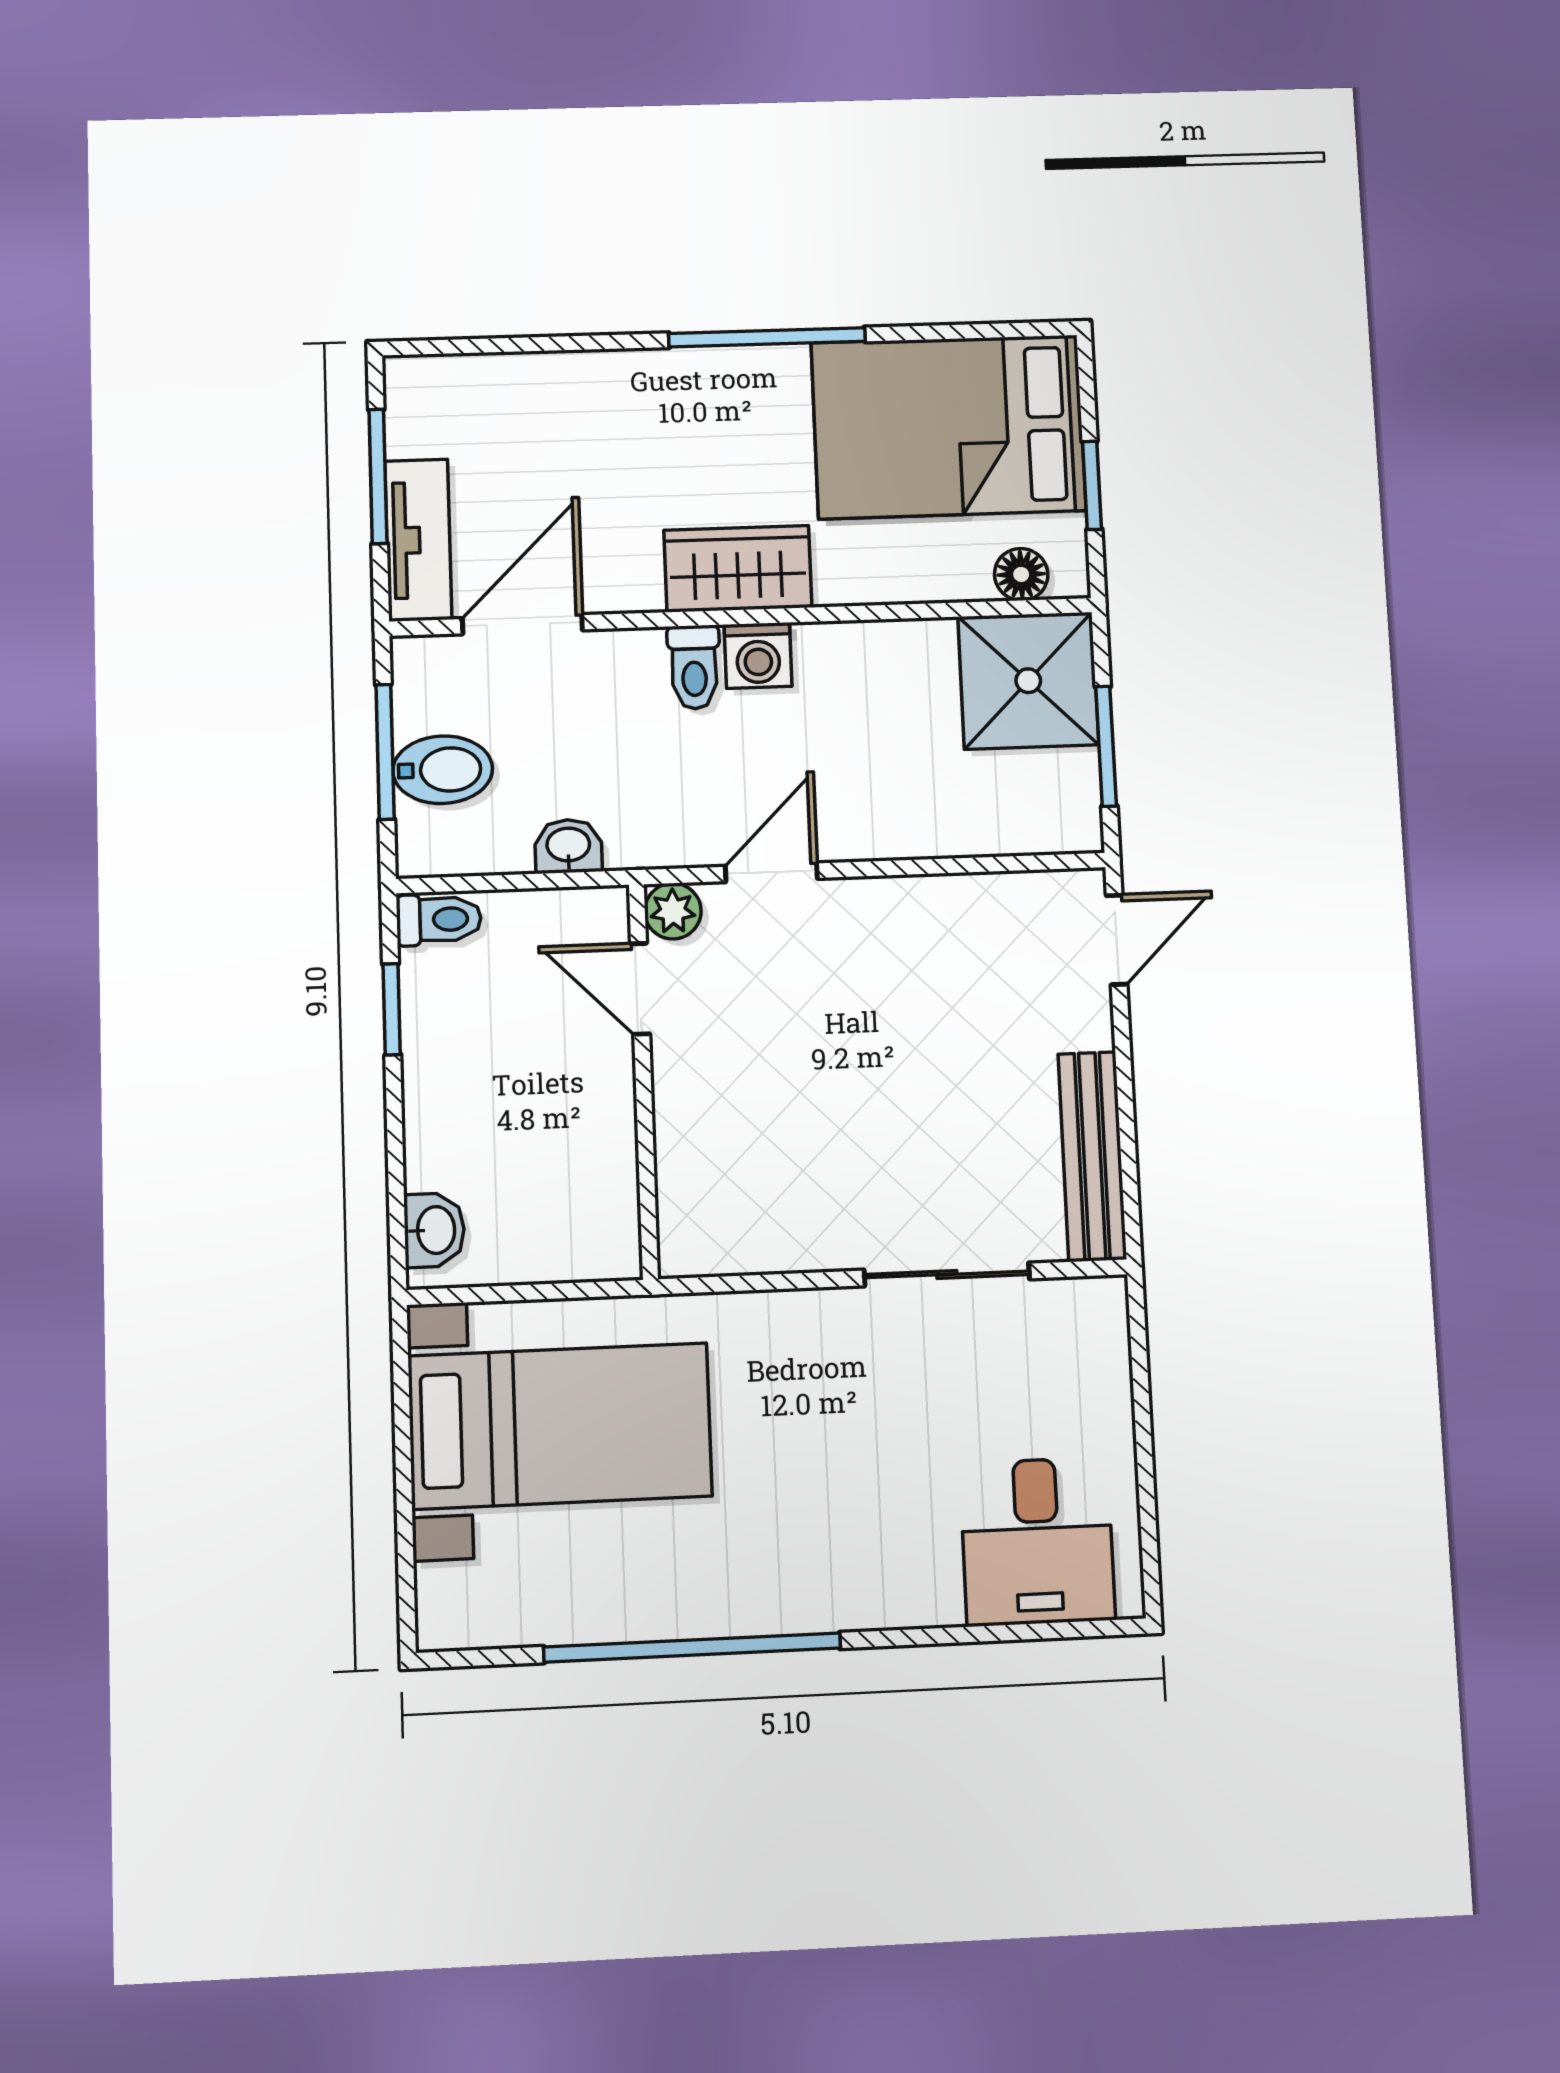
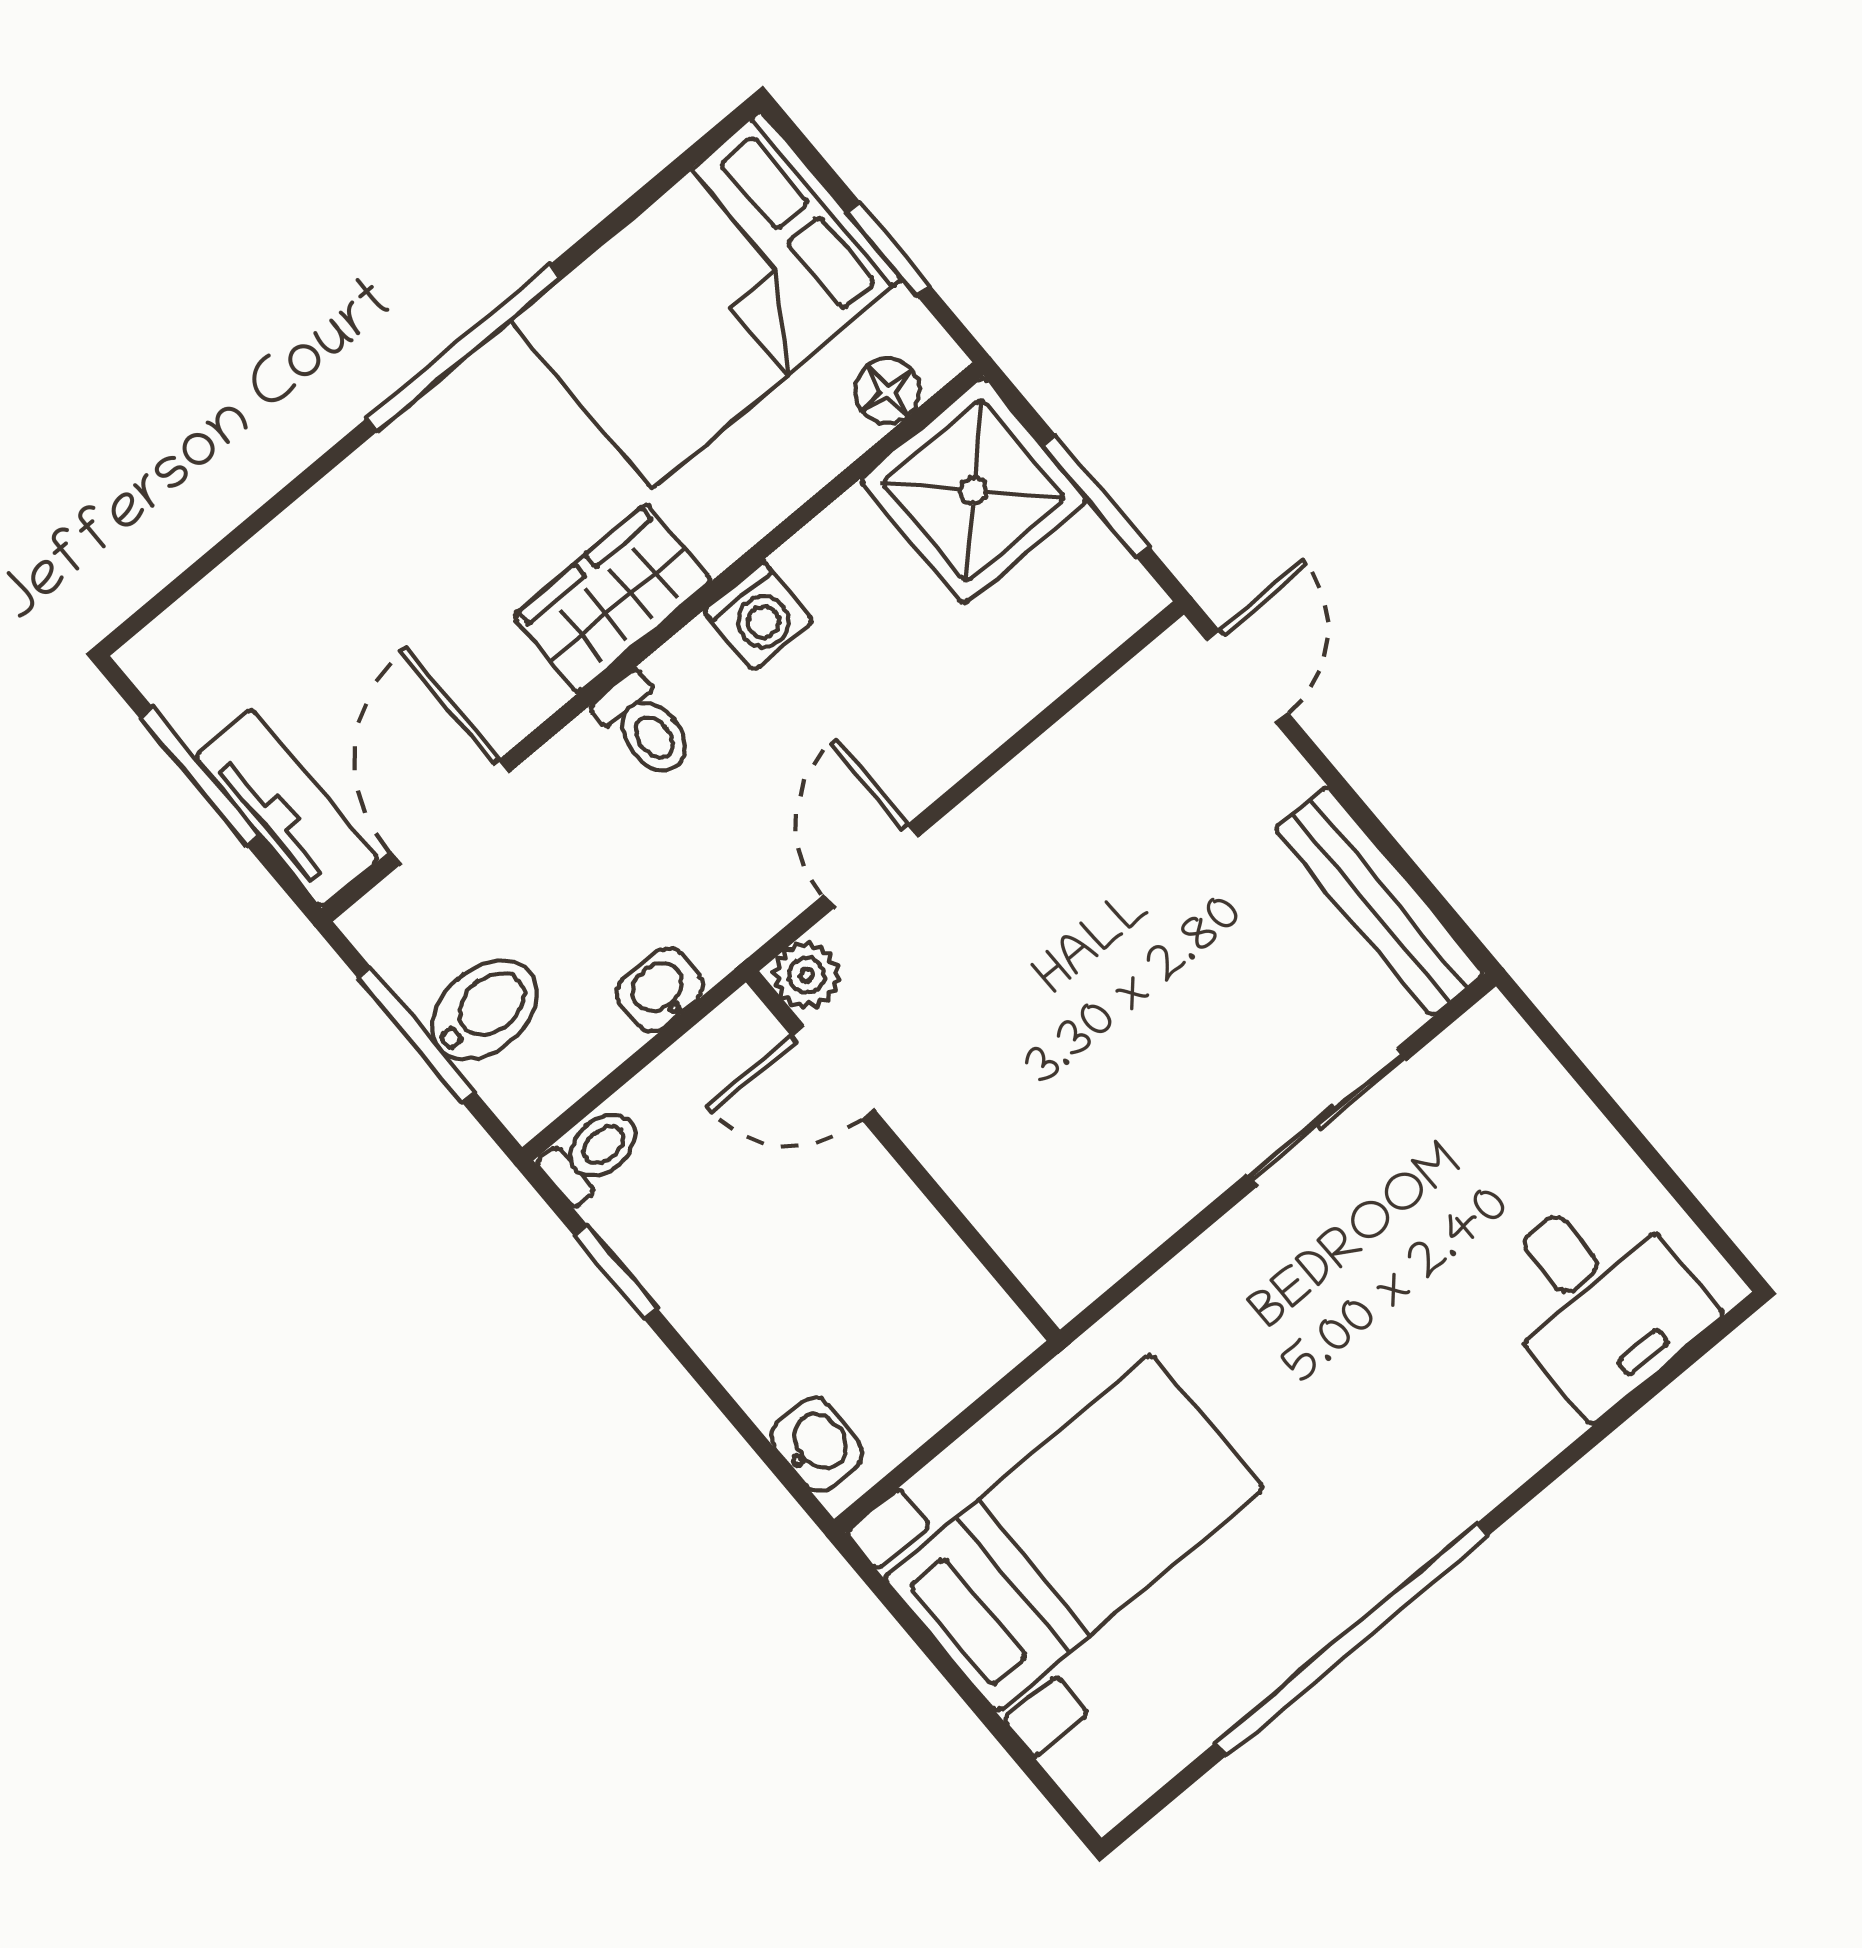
washing machine: (758, 655) -> (758, 616), moved

